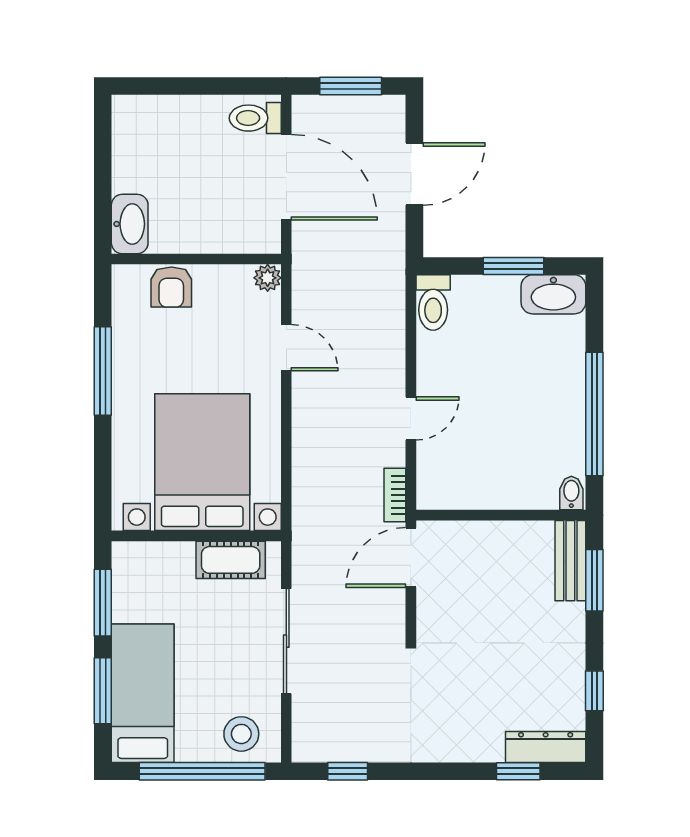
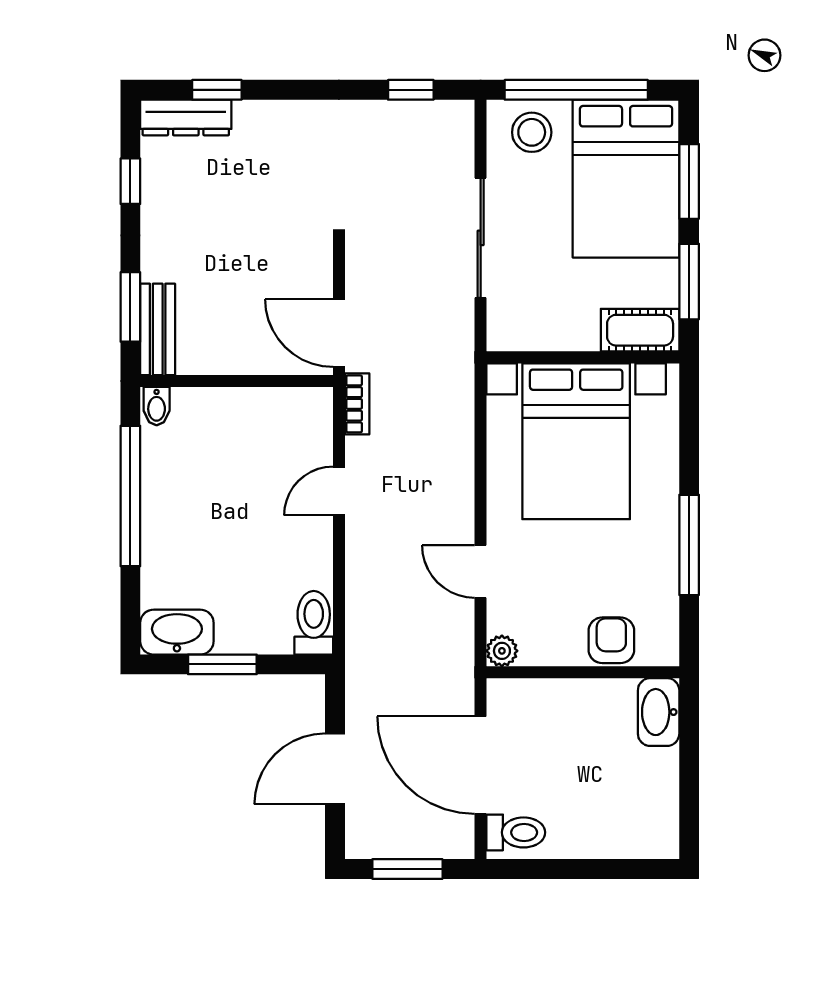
door: (411, 557) -> (339, 333), swing flipped
cot: (231, 560) -> (640, 330), moved
bed: (143, 693) -> (626, 179), width x1.50

